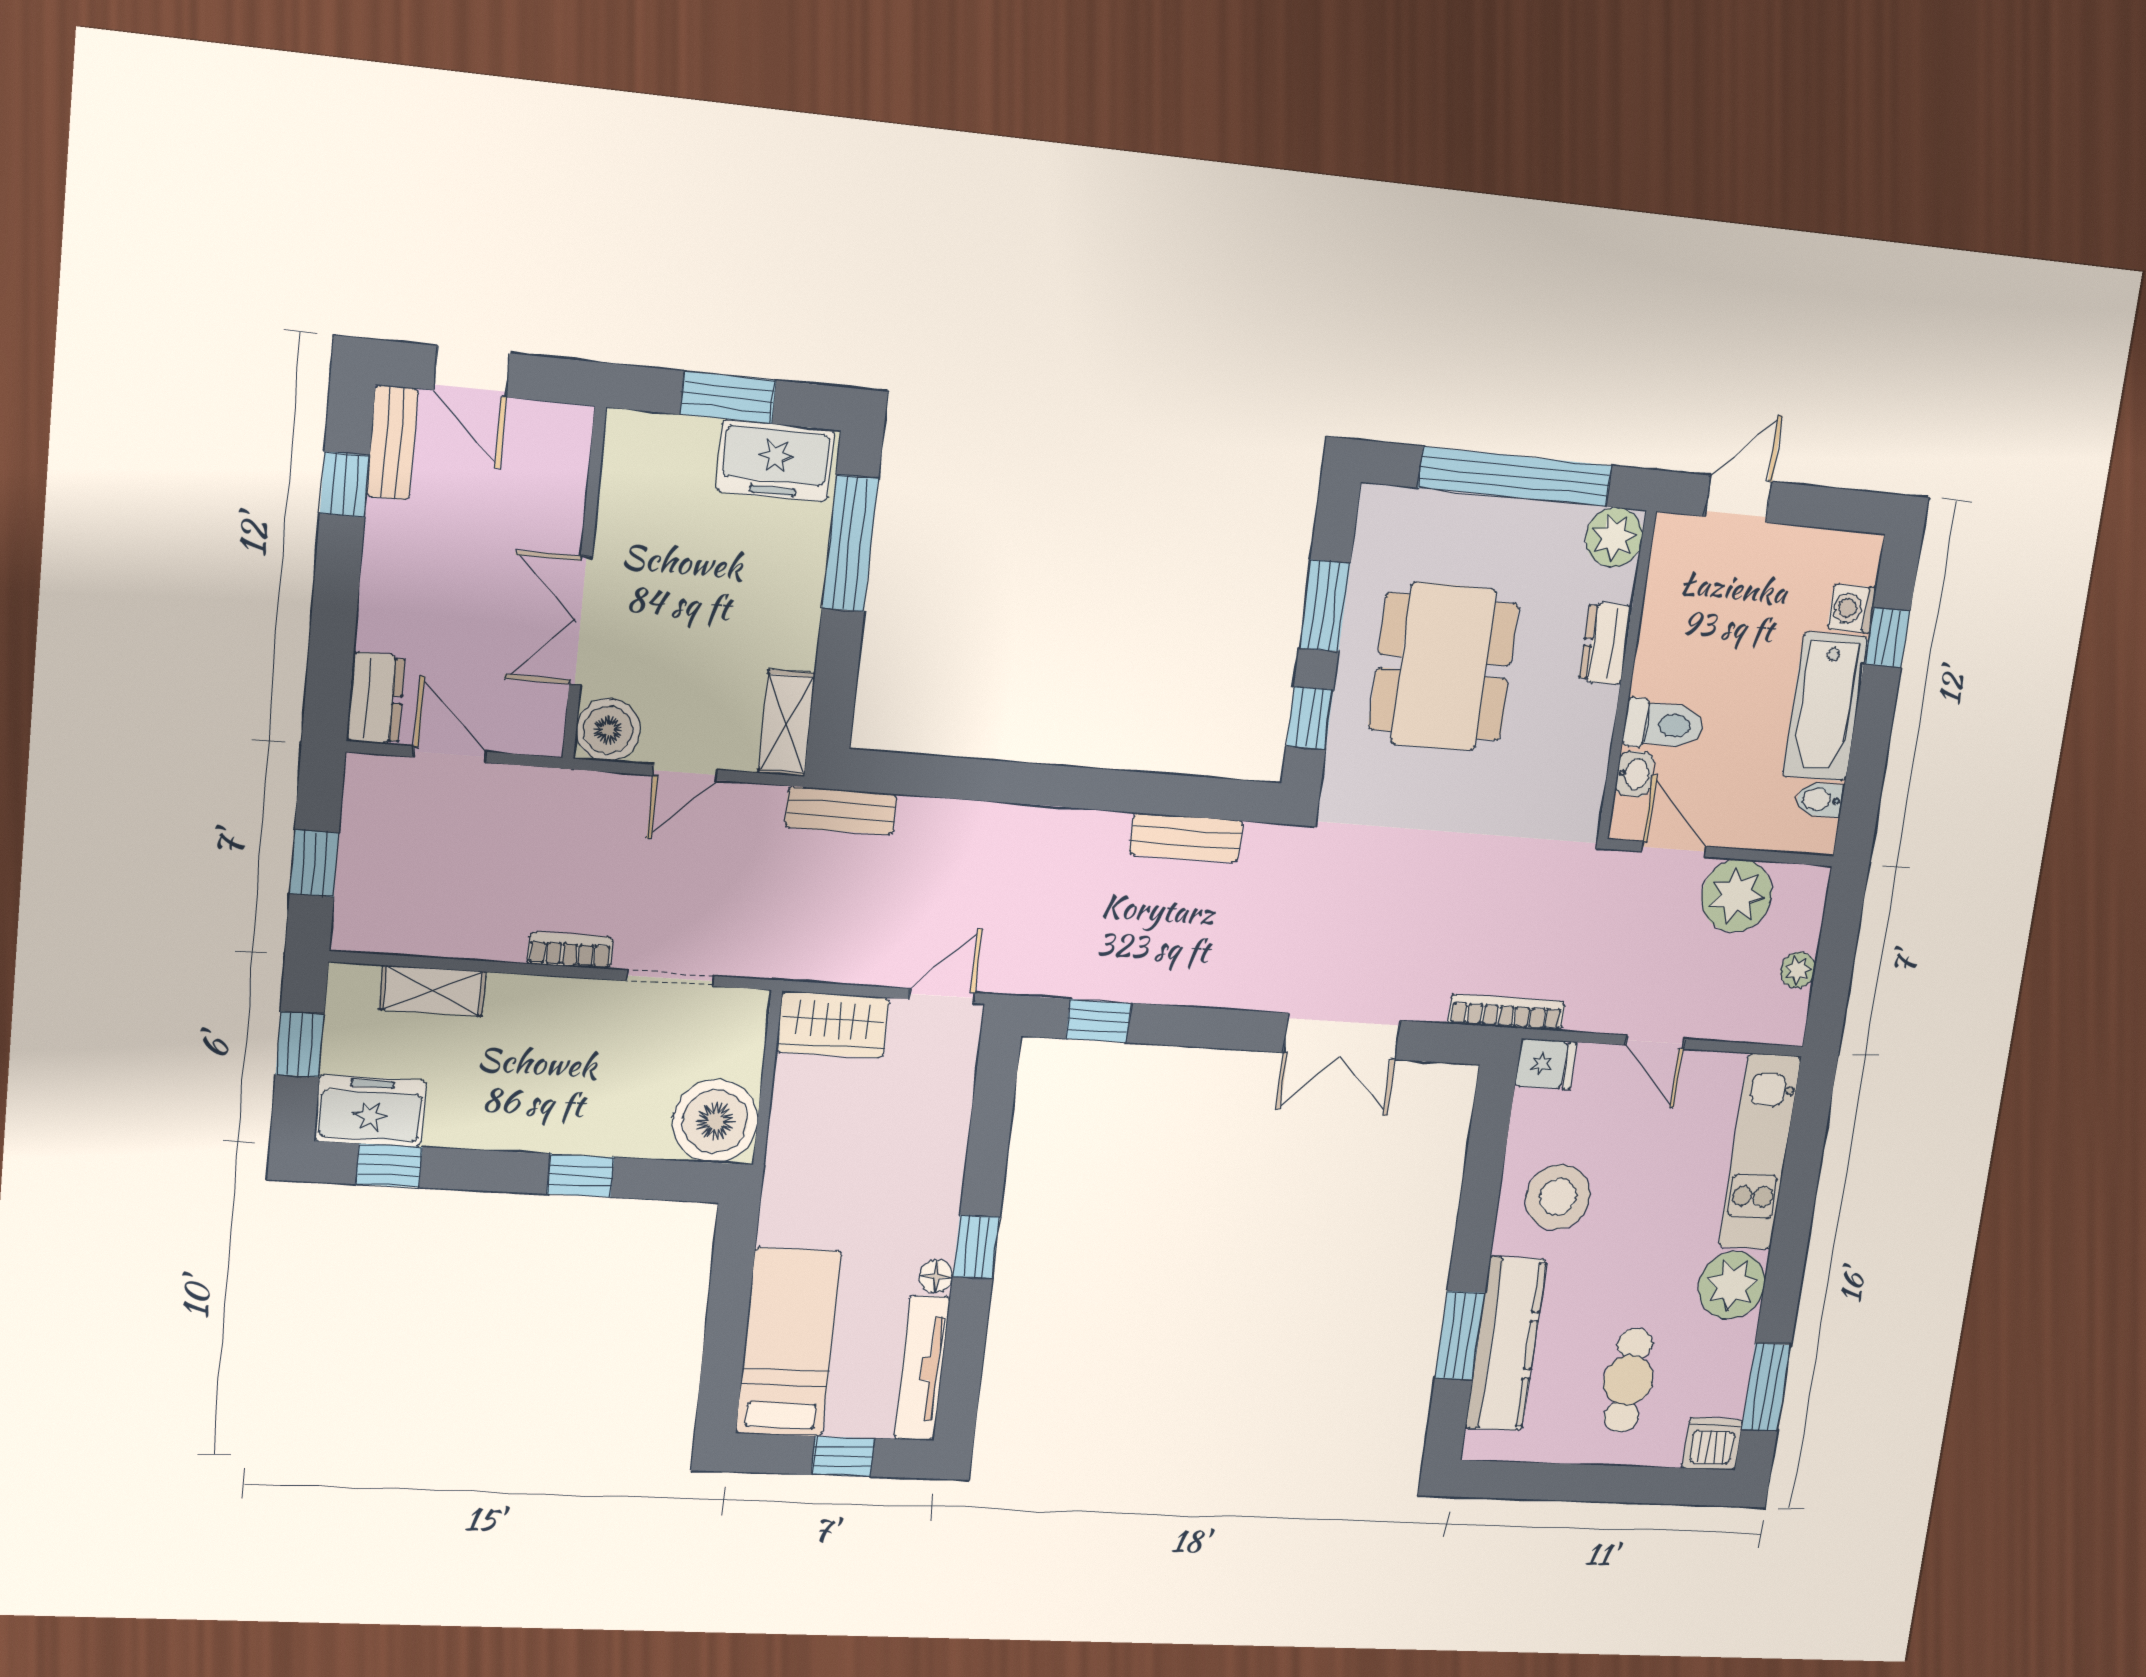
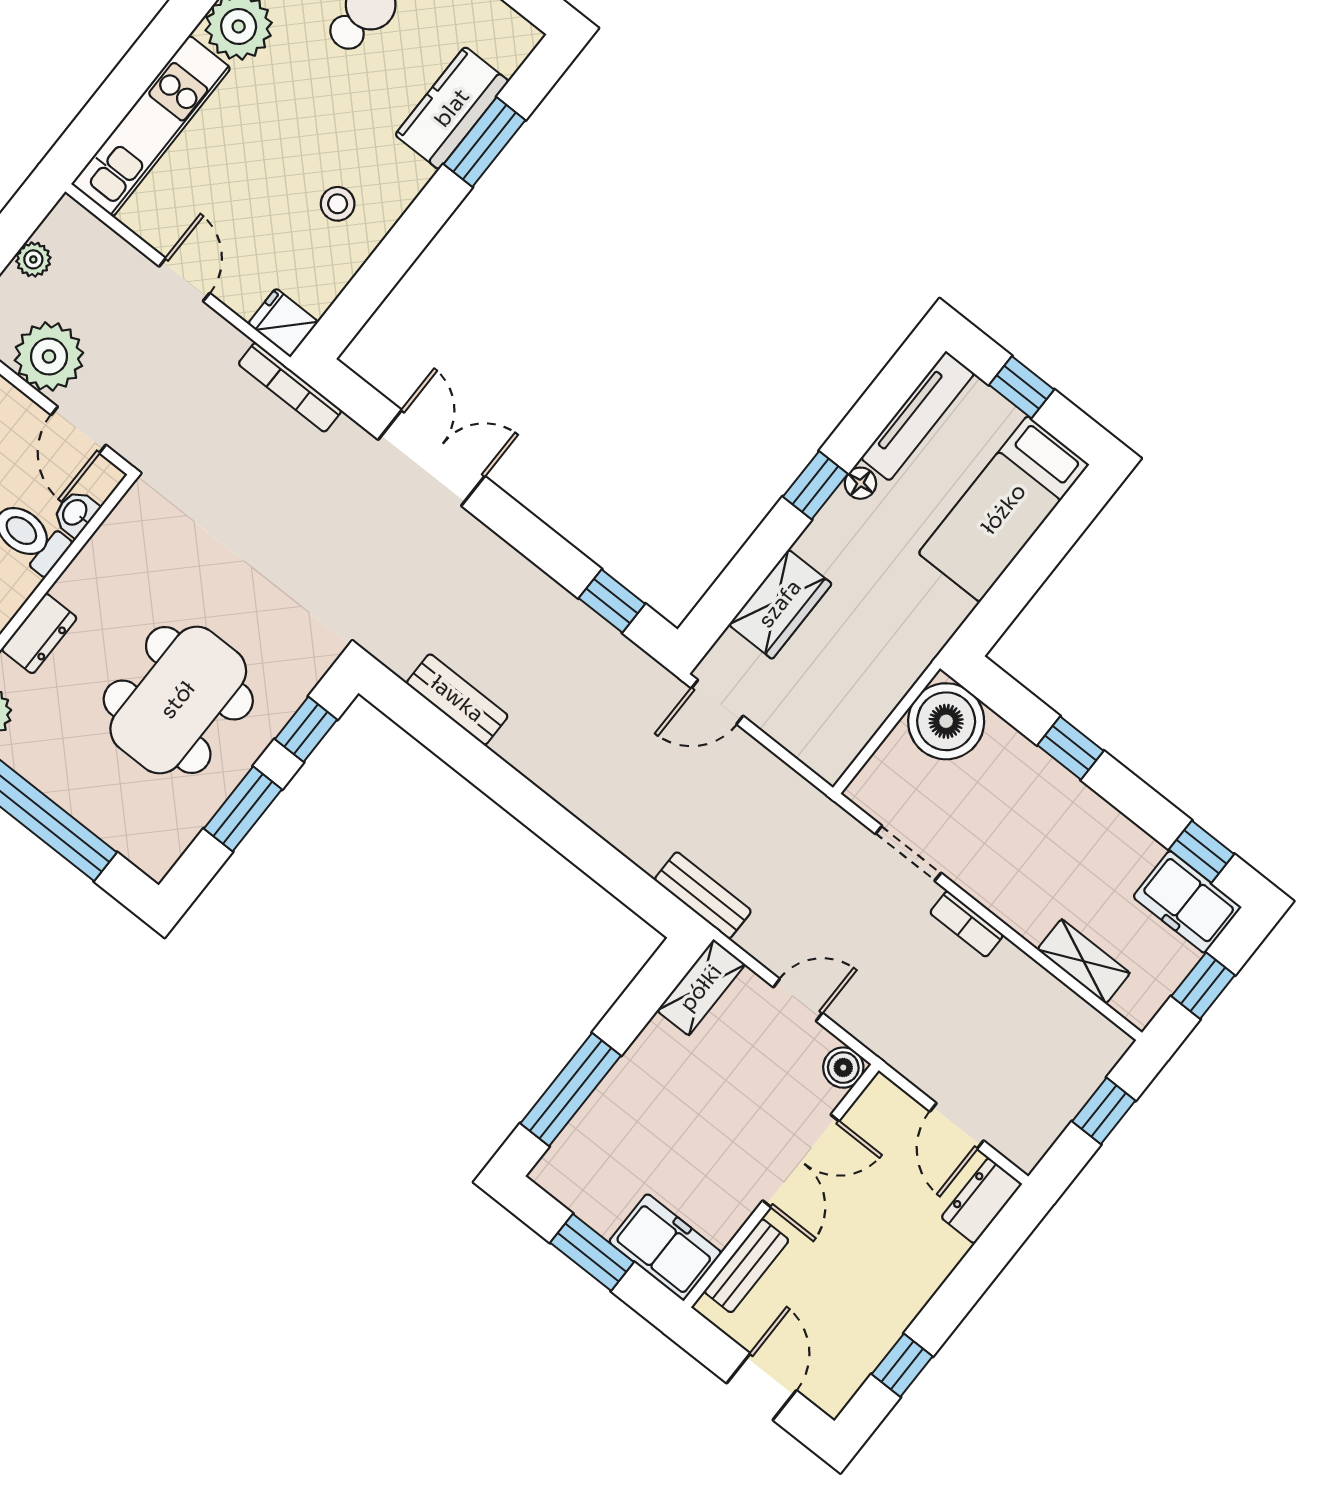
bench: (392, 442) -> (746, 1266), moved
freezer: (775, 461) -> (665, 1247), moved
boiler: (608, 730) -> (843, 1068), width x0.73, depth x0.73
wardrobe: (833, 1025) -> (780, 604), moved, turned 90
stool: (1558, 1197) -> (338, 204), width x0.53, depth x0.53
kitchen counter: (1506, 1344) -> (452, 108), width x0.67

